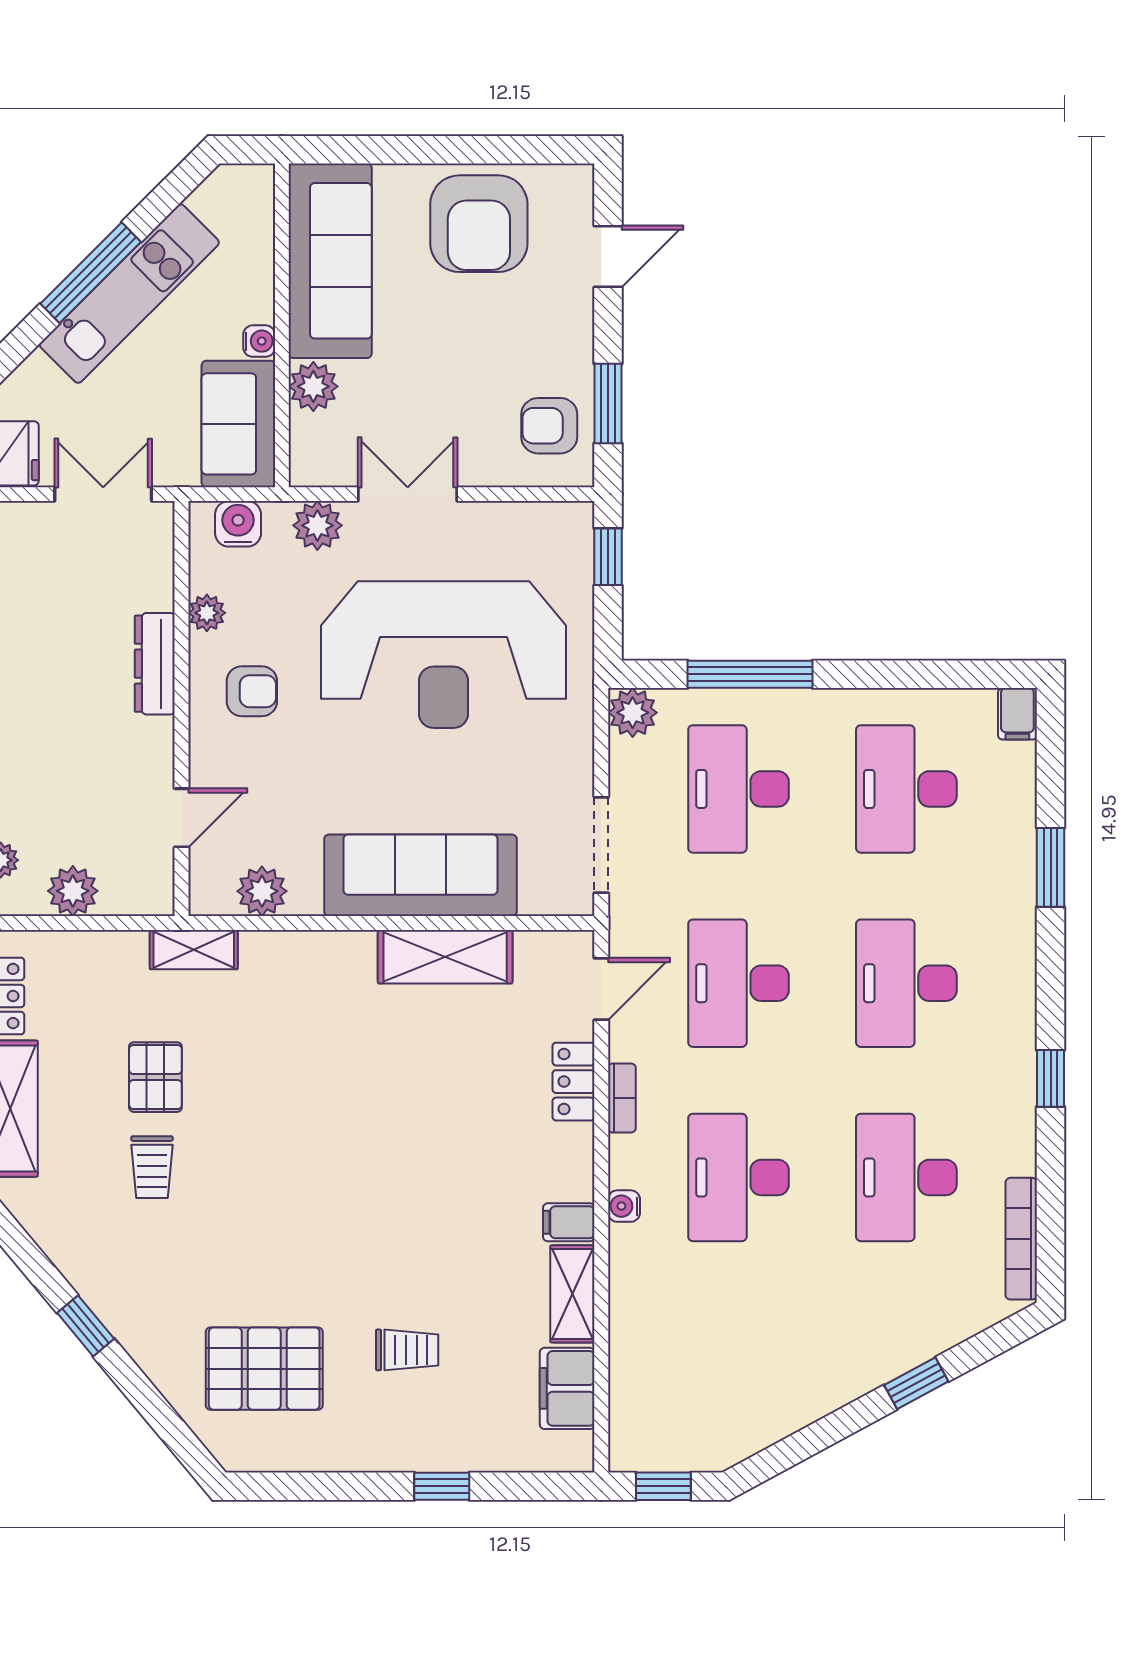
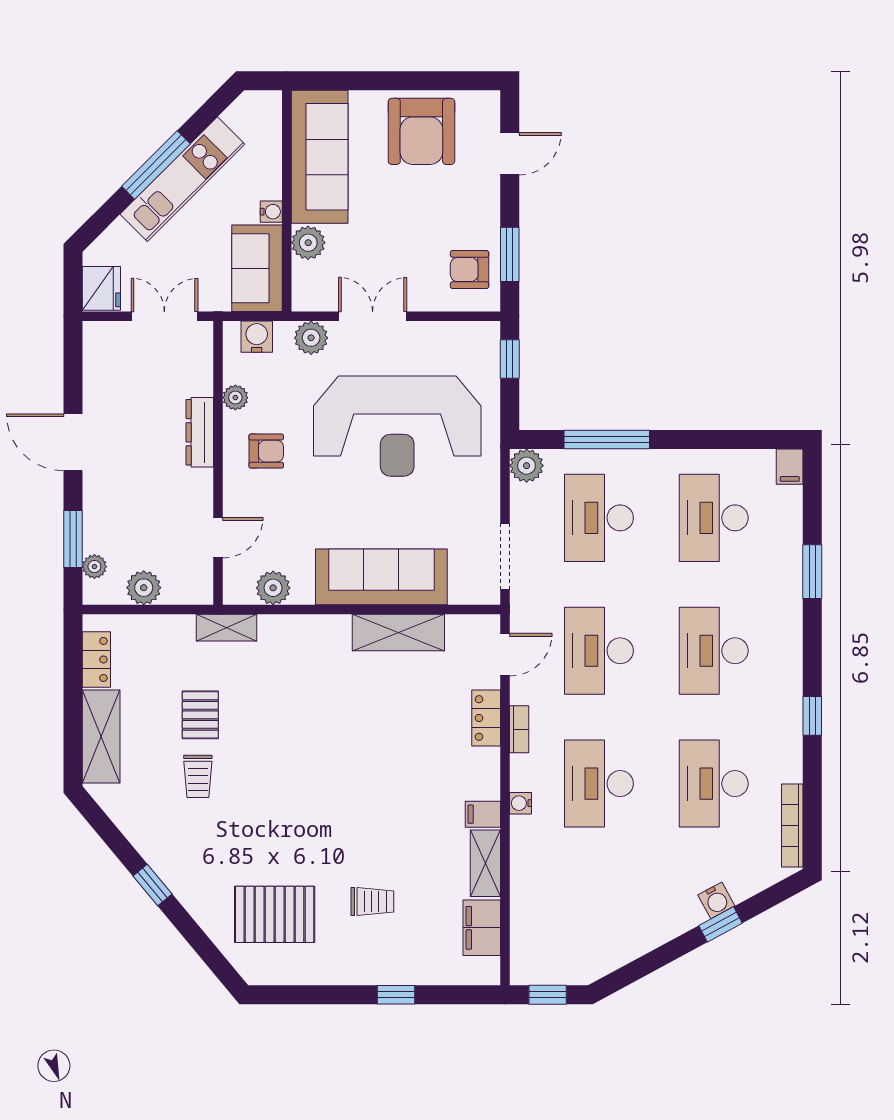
water cooler: (910, 1348) -> (716, 900), added

